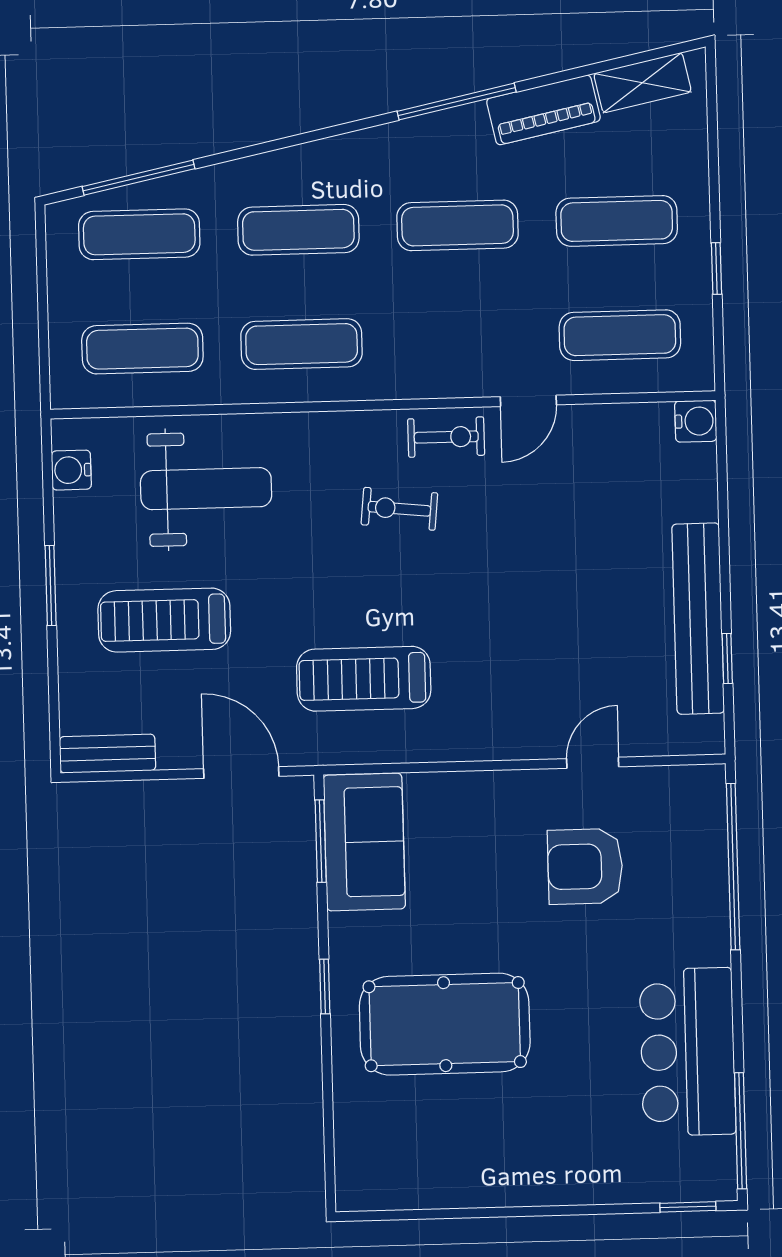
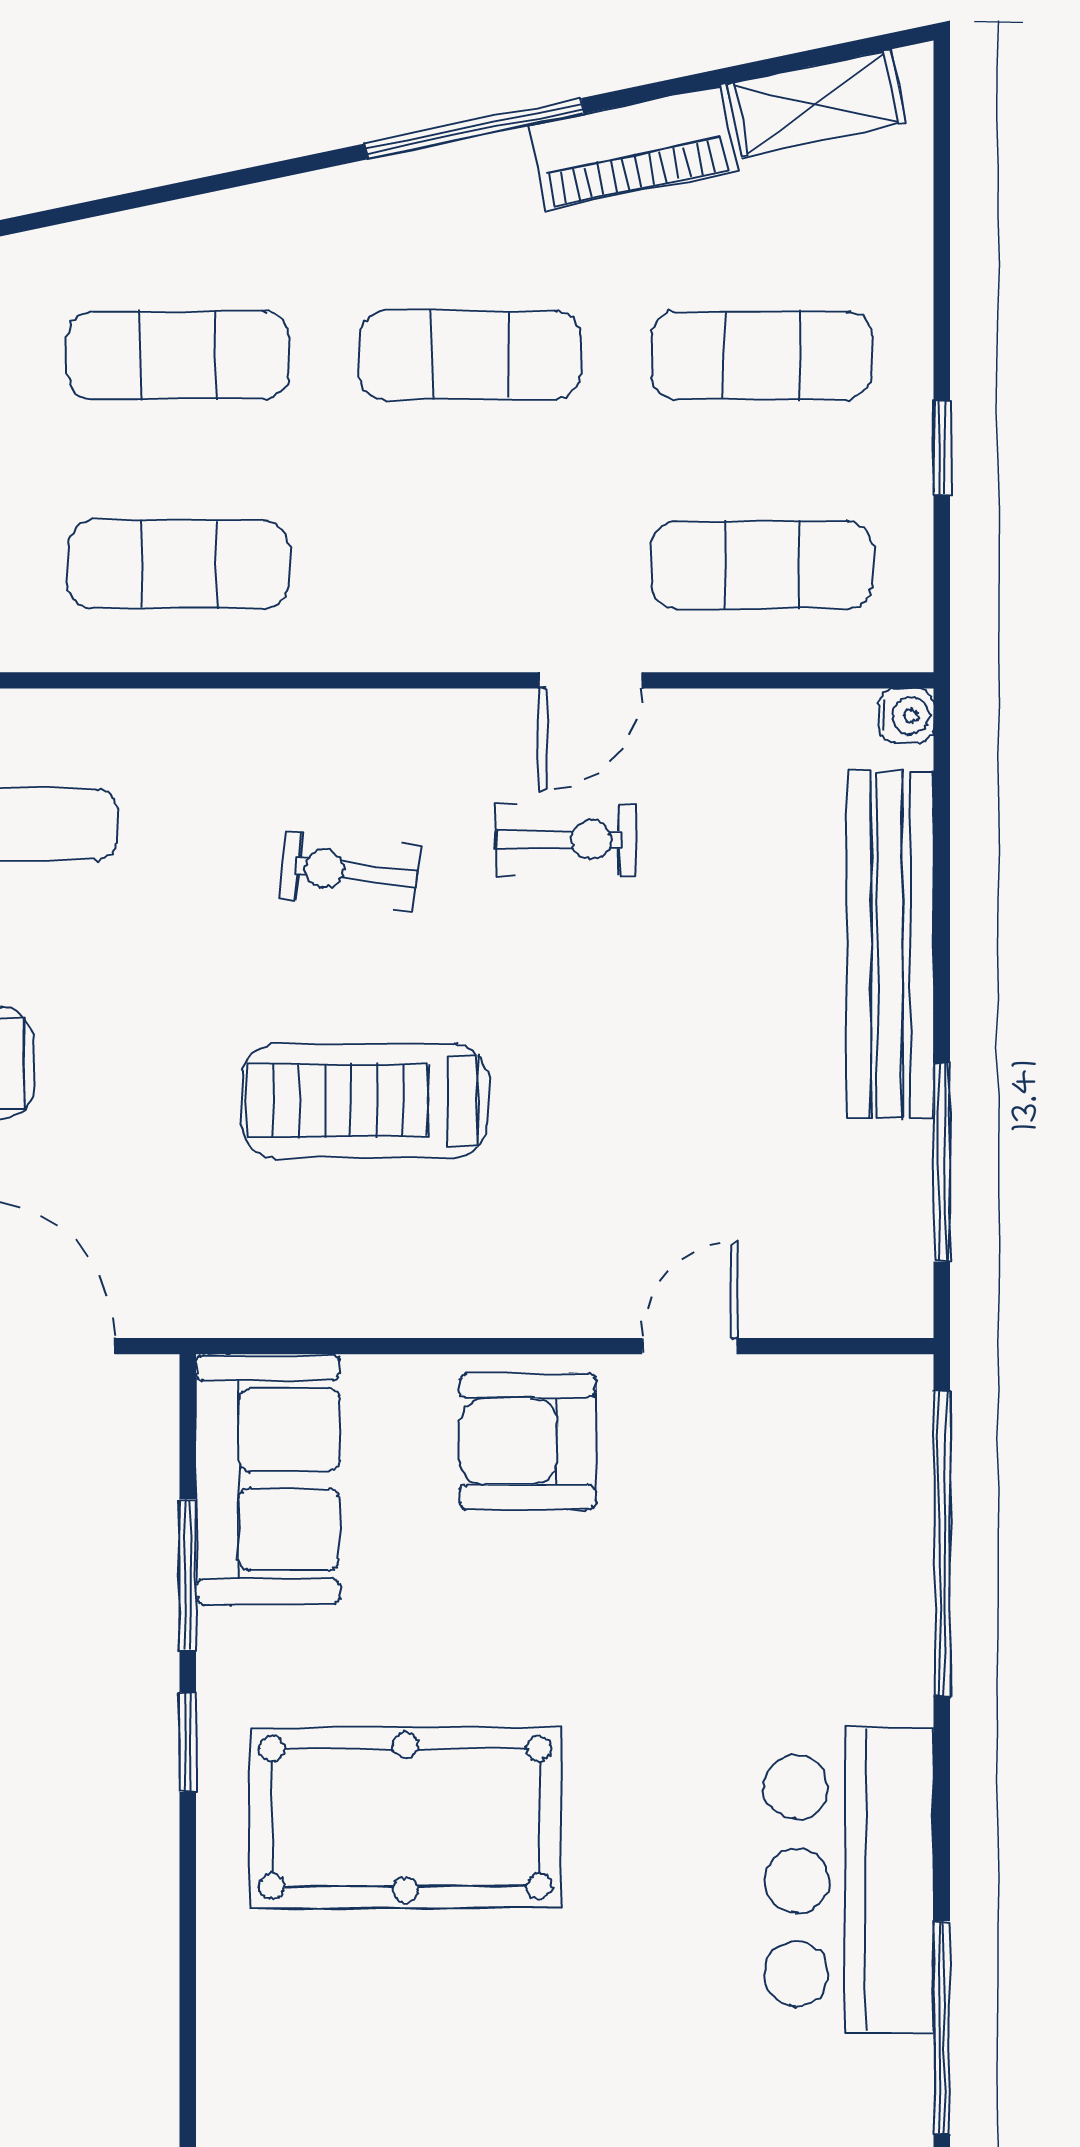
water cooler: (696, 421) -> (906, 716), width x0.72, depth x0.72
exercise bike: (446, 437) -> (566, 840), moved
bench: (698, 619) -> (890, 944), moved
window: (727, 658) -> (942, 1162), width x2.17
treadmill: (364, 679) -> (365, 1101), moved
window: (321, 841) -> (188, 1575), moved
armchair: (585, 866) -> (527, 1441), moved

